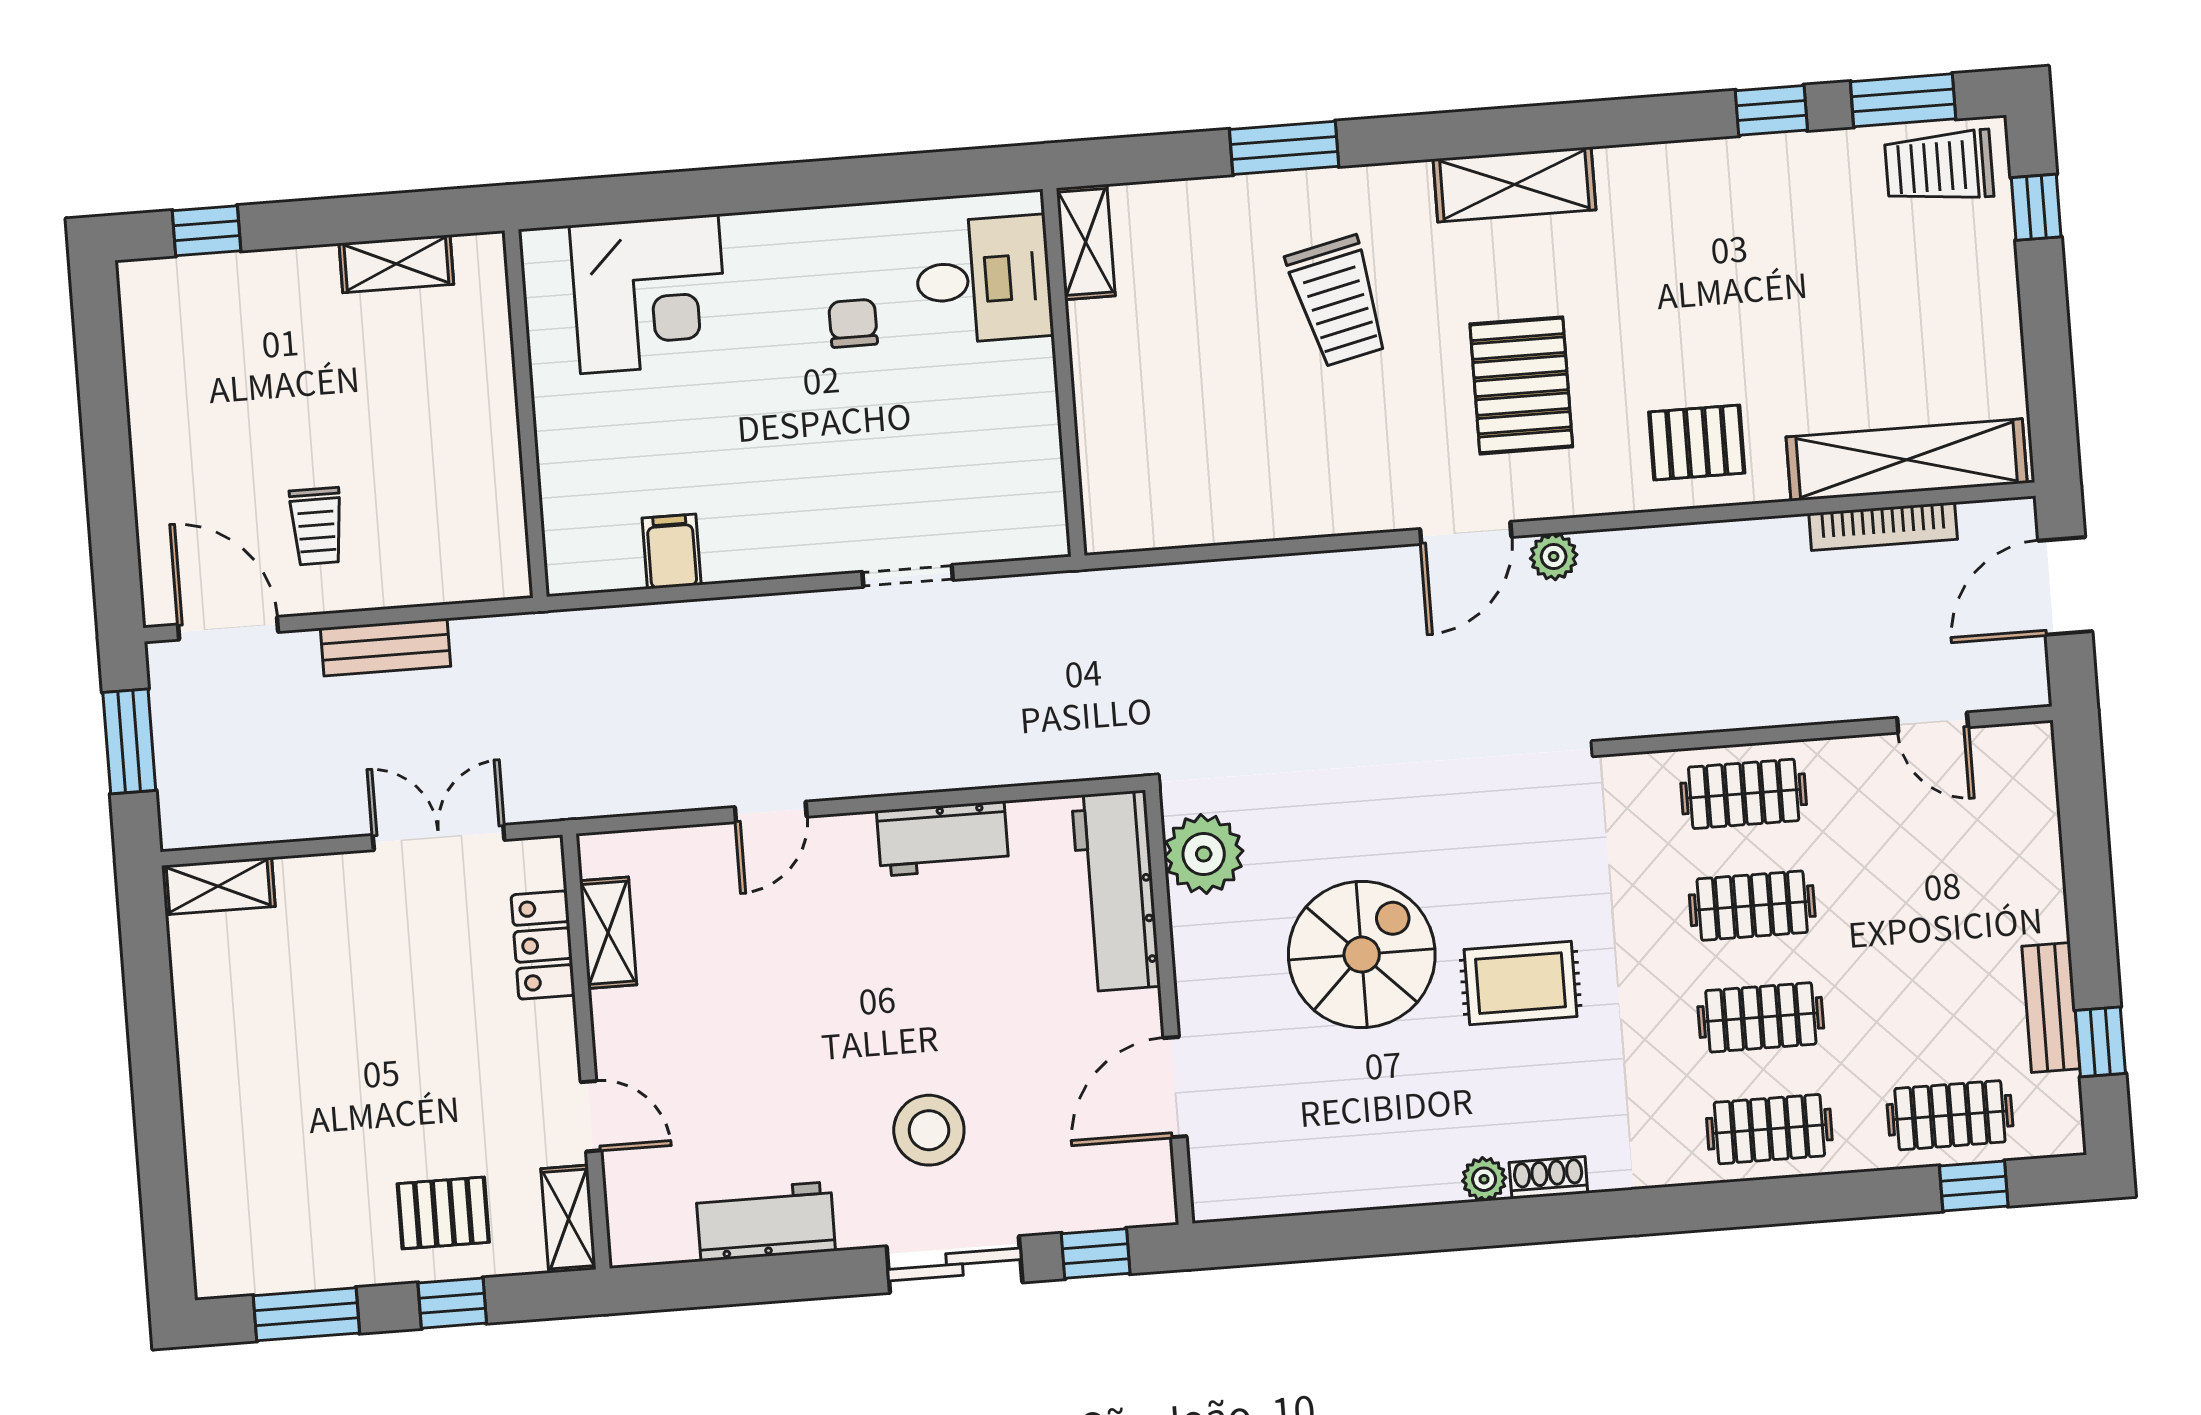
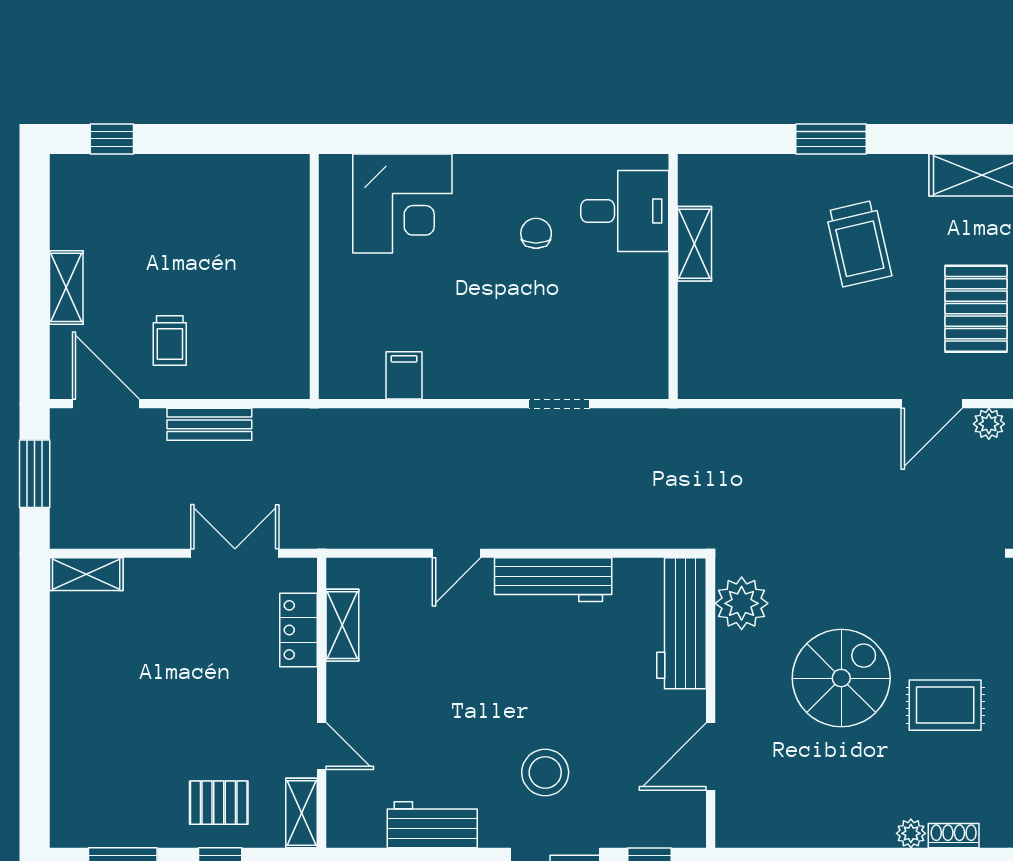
shelving: (1086, 242) -> (694, 244), moved
shelving: (396, 264) -> (66, 287), moved, turned 90
workbench: (943, 839) -> (553, 580), width x1.38

